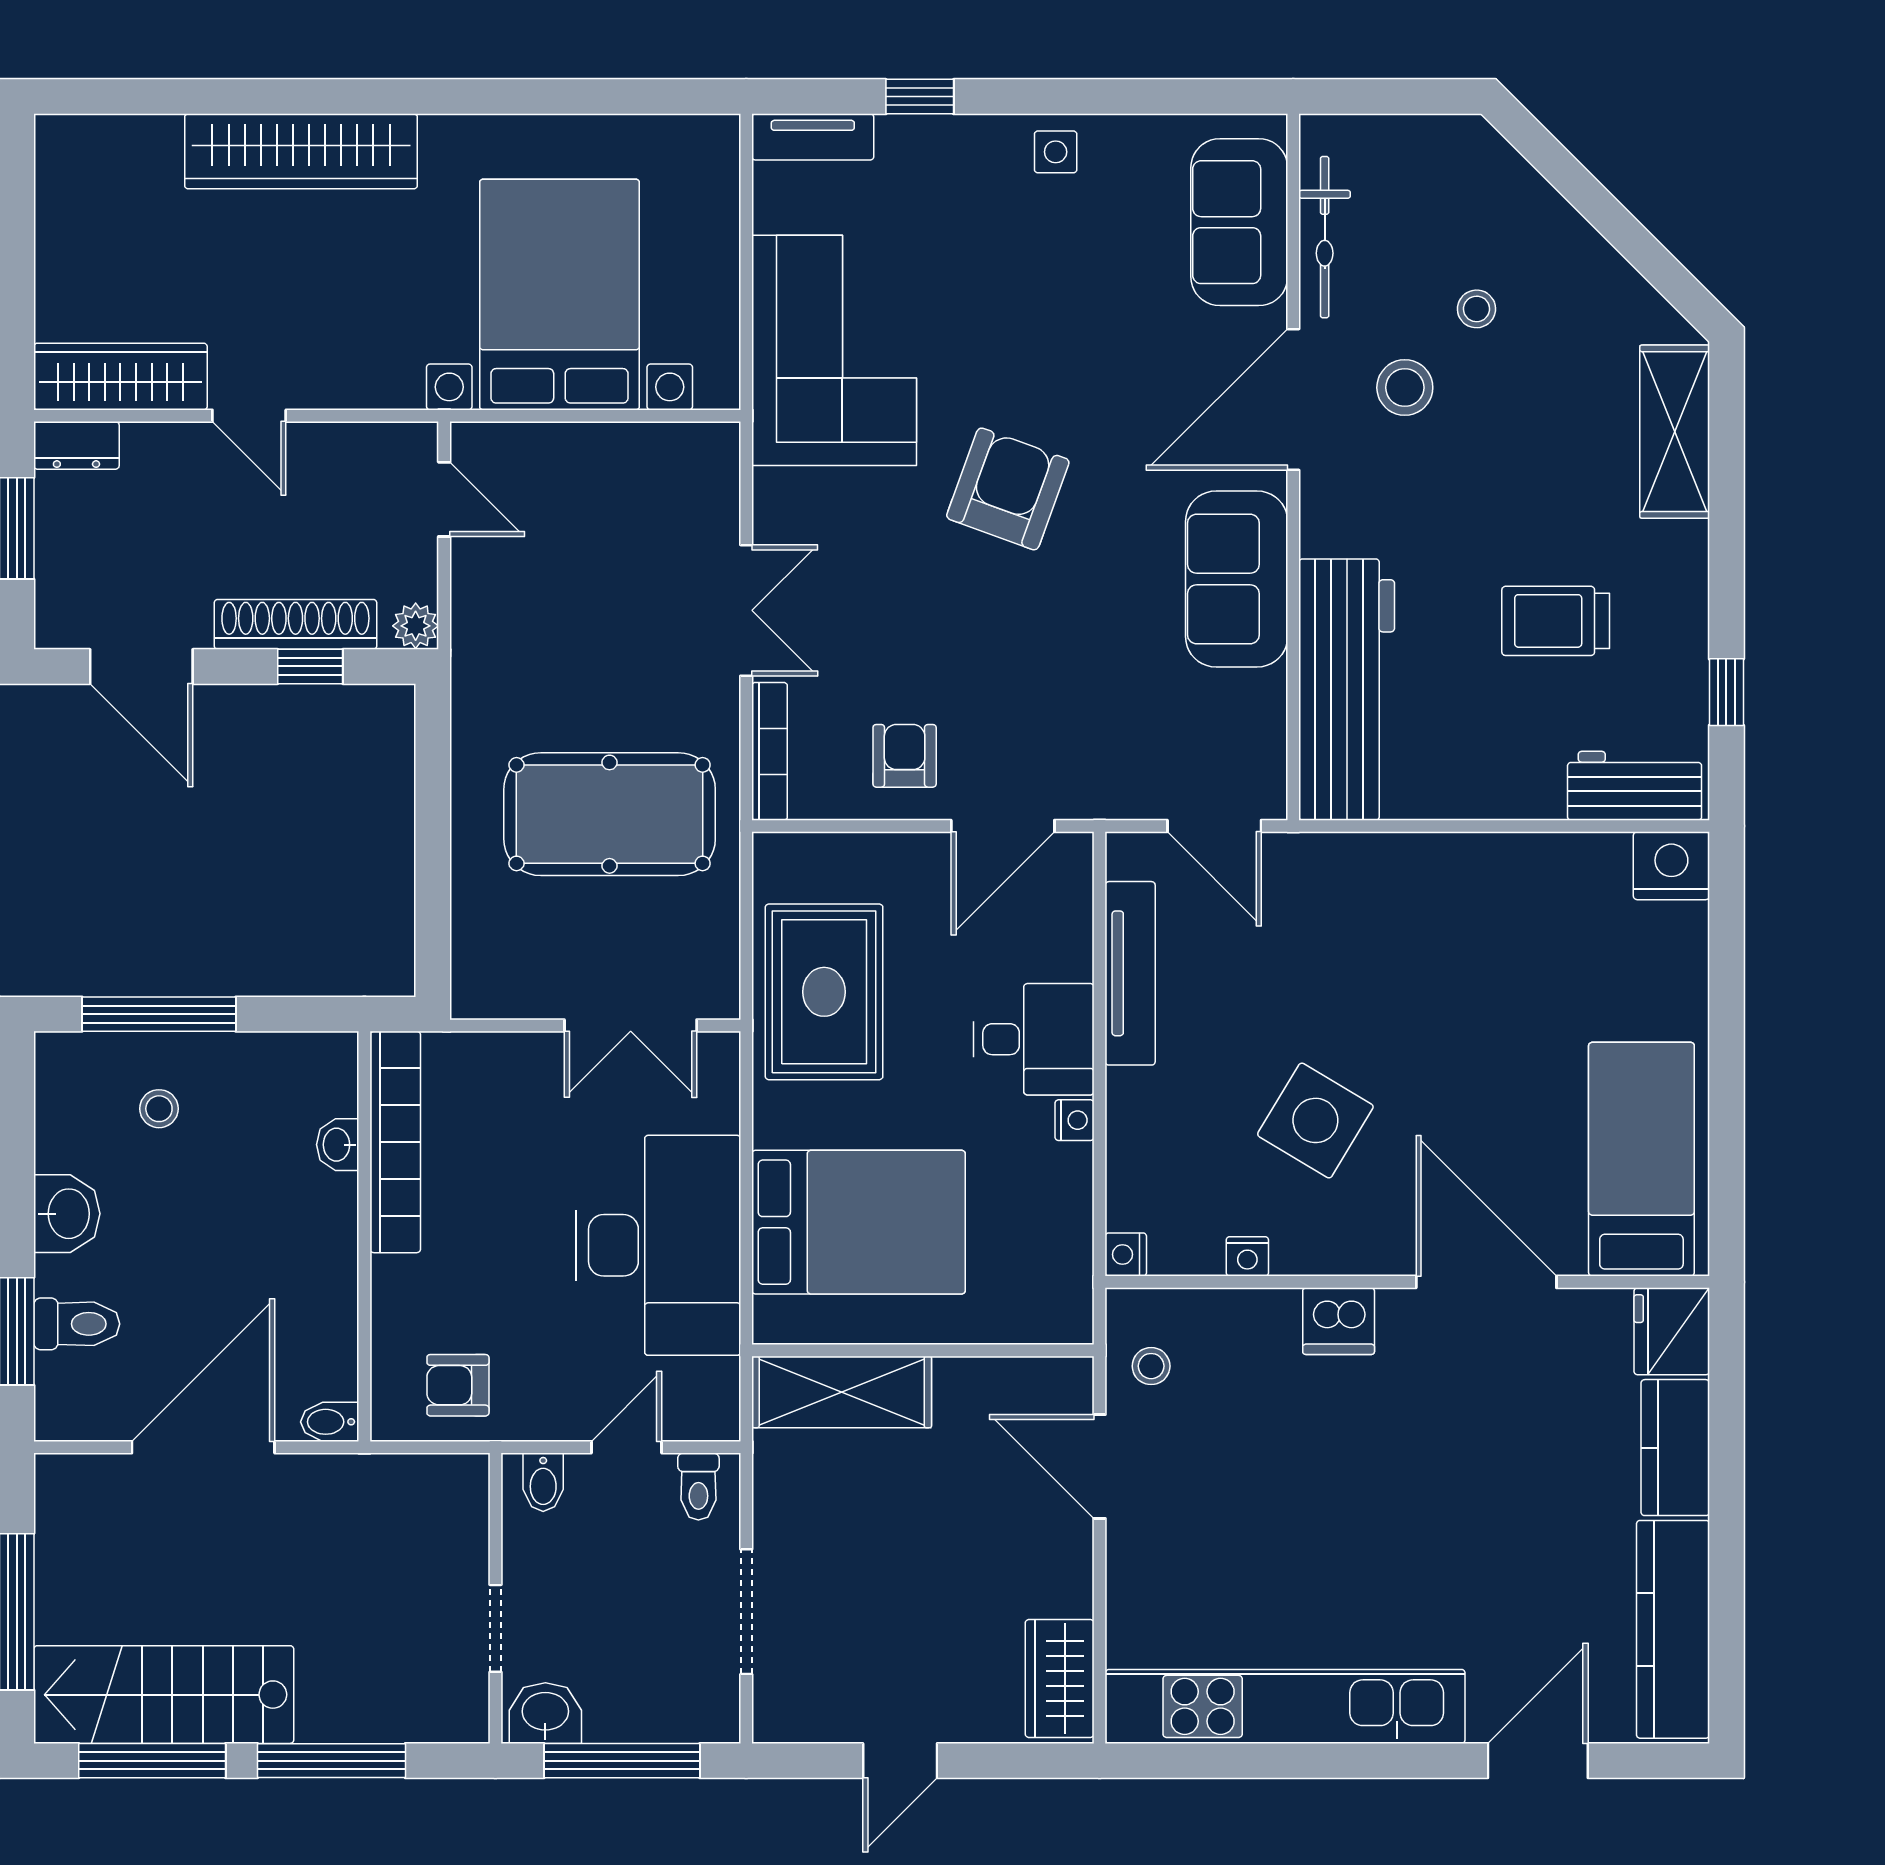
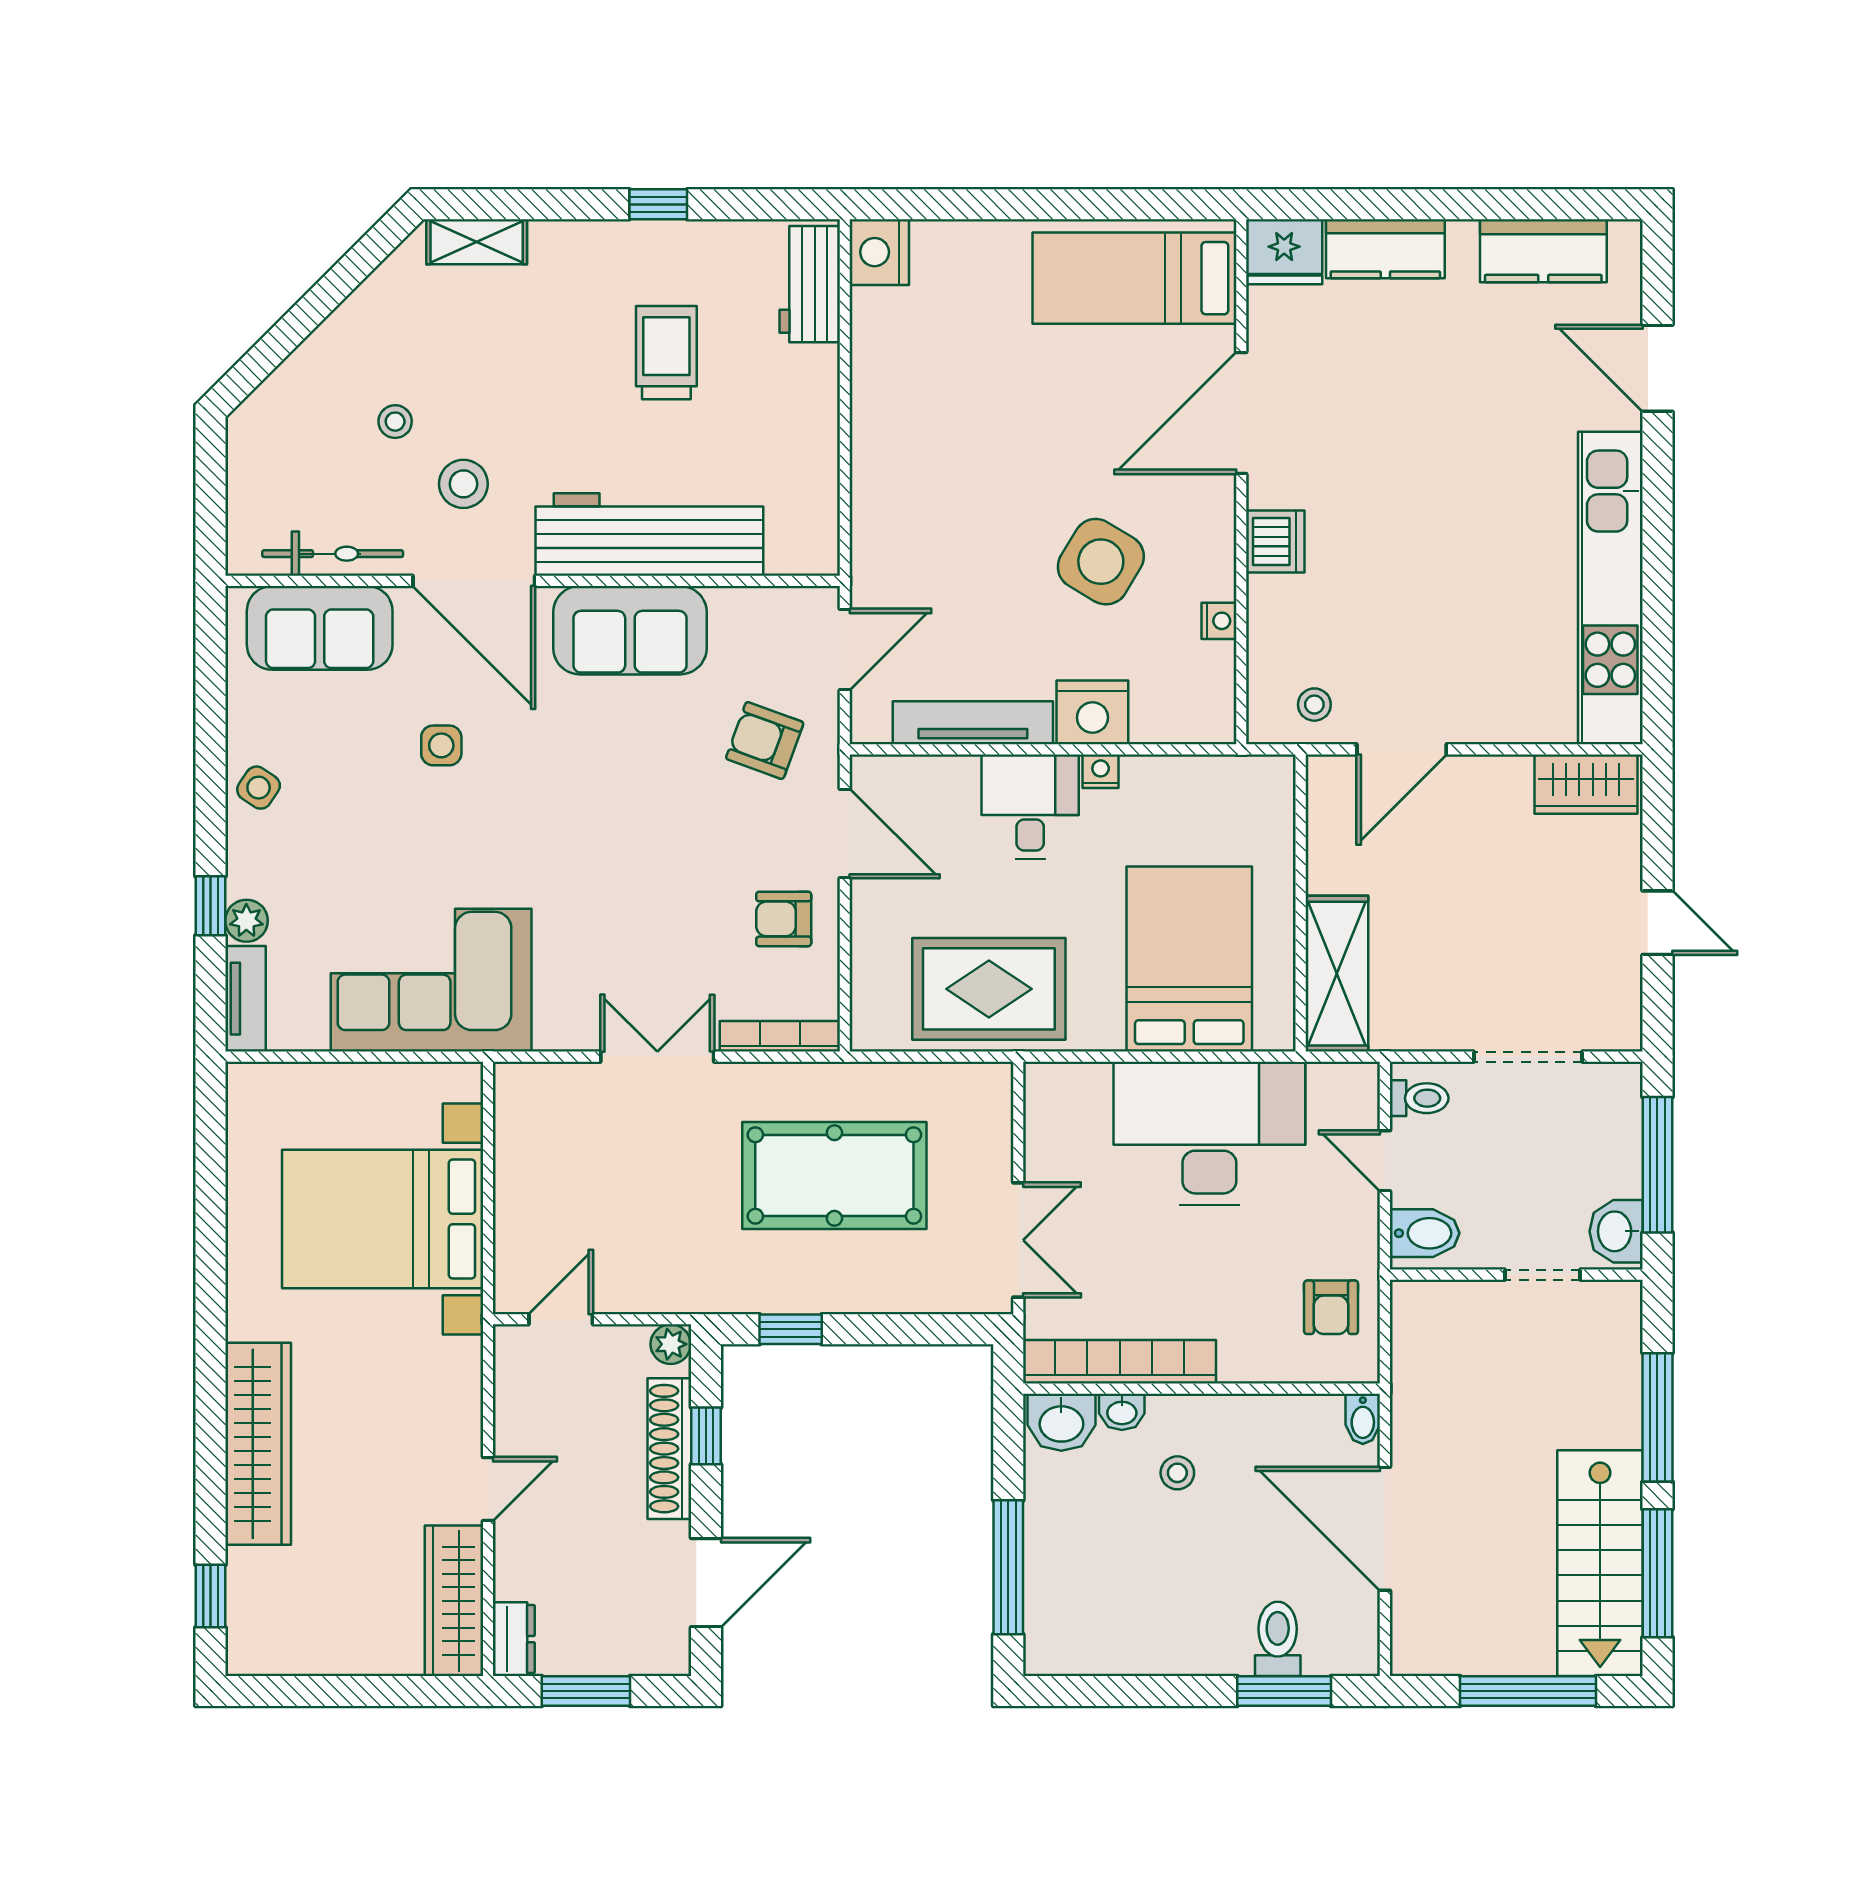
window: (126, 97) -> (210, 1596), added
plant: (903, 138) -> (246, 921), added
side table: (1056, 152) -> (259, 788), turned 34
side table: (1104, 362) -> (441, 745), added
shelving: (1675, 432) -> (477, 242), width x0.67, depth x0.75
armchair: (1008, 489) -> (765, 740), moved, width x0.72, depth x0.72
trolley: (1556, 621) -> (666, 353), turned 180
workbench: (1347, 690) -> (649, 534), moved
window: (1726, 692) -> (658, 204), moved
window: (433, 764) -> (791, 1329), added
pool table: (610, 814) -> (834, 1175), turned 90
double door: (631, 1025) -> (1018, 1240), moved
stool: (159, 1109) -> (1177, 1473), moved
washbasin: (67, 1214) -> (1061, 1422), moved, turned 180
nightstand: (1126, 1254) -> (1092, 712), moved, width x1.89, depth x1.79
bidet: (543, 1482) -> (1425, 1233), width x1.38, depth x1.36
kitchen counter: (1673, 1629) -> (1543, 251), width x0.67

